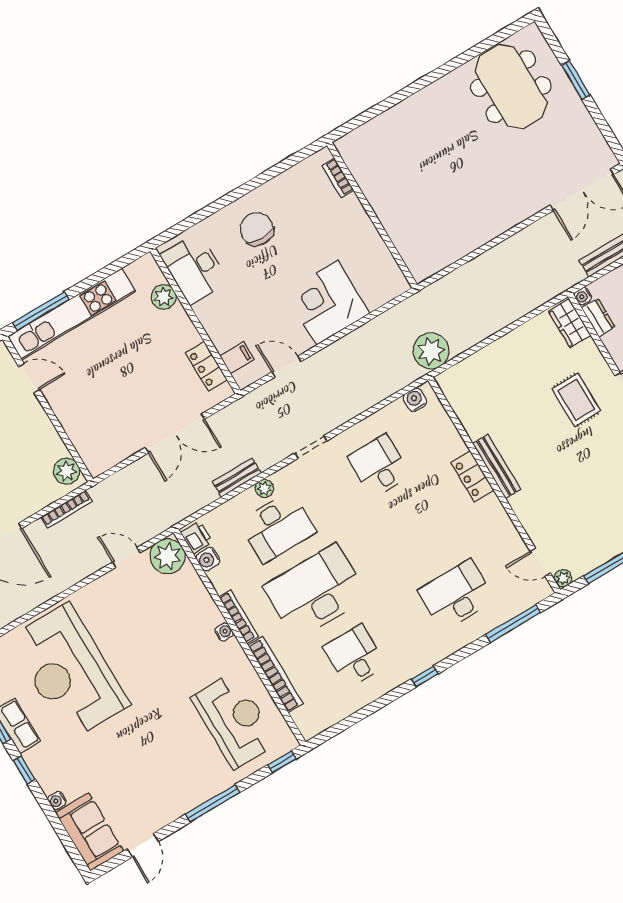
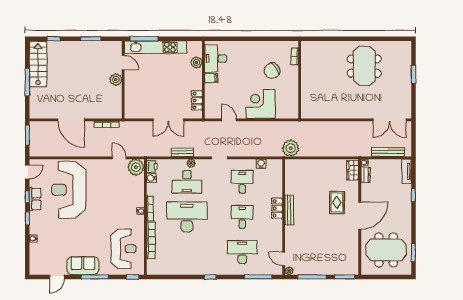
meeting table: (511, 87) -> (364, 66), moved
chair: (257, 229) -> (272, 71), moved, turned -125
filing cabinet: (237, 358) -> (211, 78), moved
water cooler: (415, 400) -> (261, 164), moved
plant: (66, 471) -> (116, 80), moved
desk: (355, 656) -> (242, 217), moved
sofa: (90, 832) -> (83, 266), moved, turned -90

